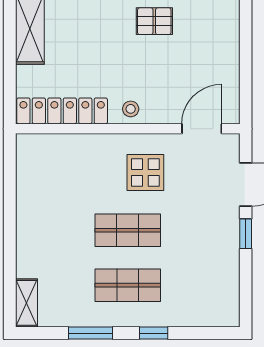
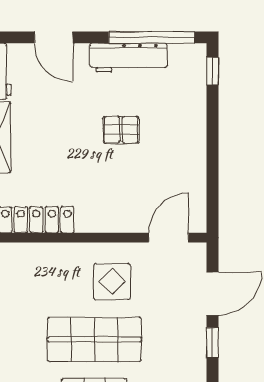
stool: (131, 109) -> (97, 218), removed
shop shelf: (128, 230) -> (94, 340), width x1.43, depth x1.36

